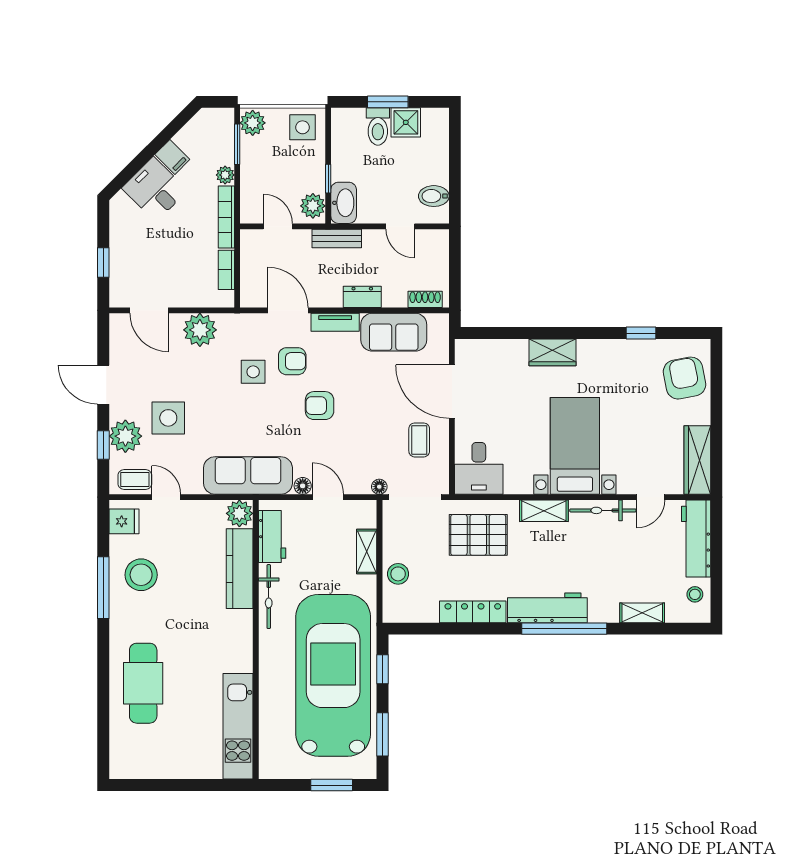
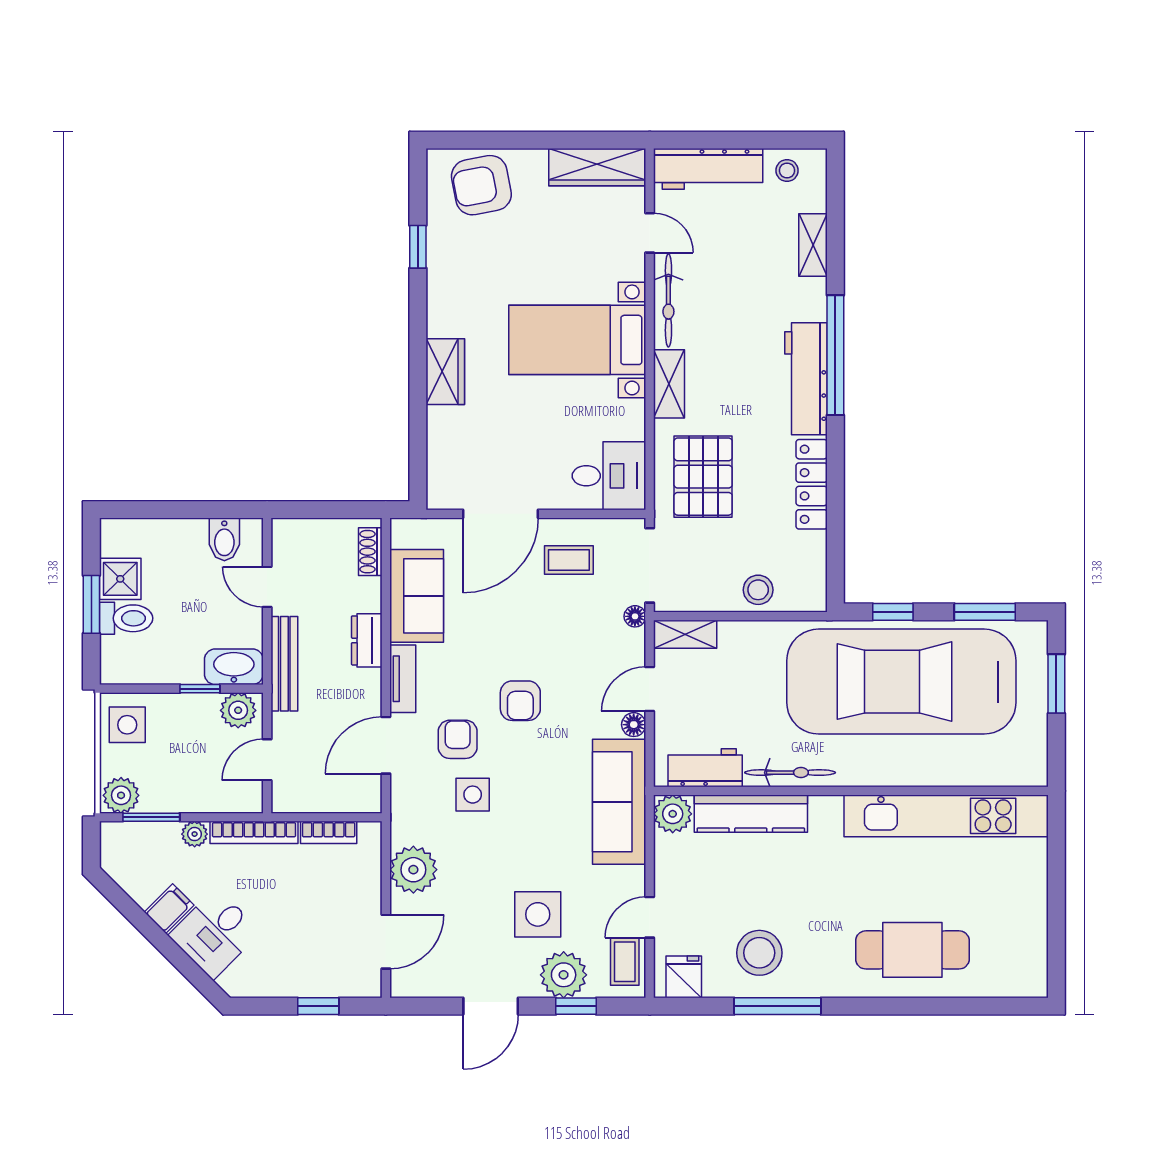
door: (400, 226) -> (267, 587), swing flipped
bench: (337, 239) -> (284, 664), width x1.36
shelving: (367, 552) -> (685, 634), moved
kitchen unit: (238, 726) -> (946, 816), width x1.36

